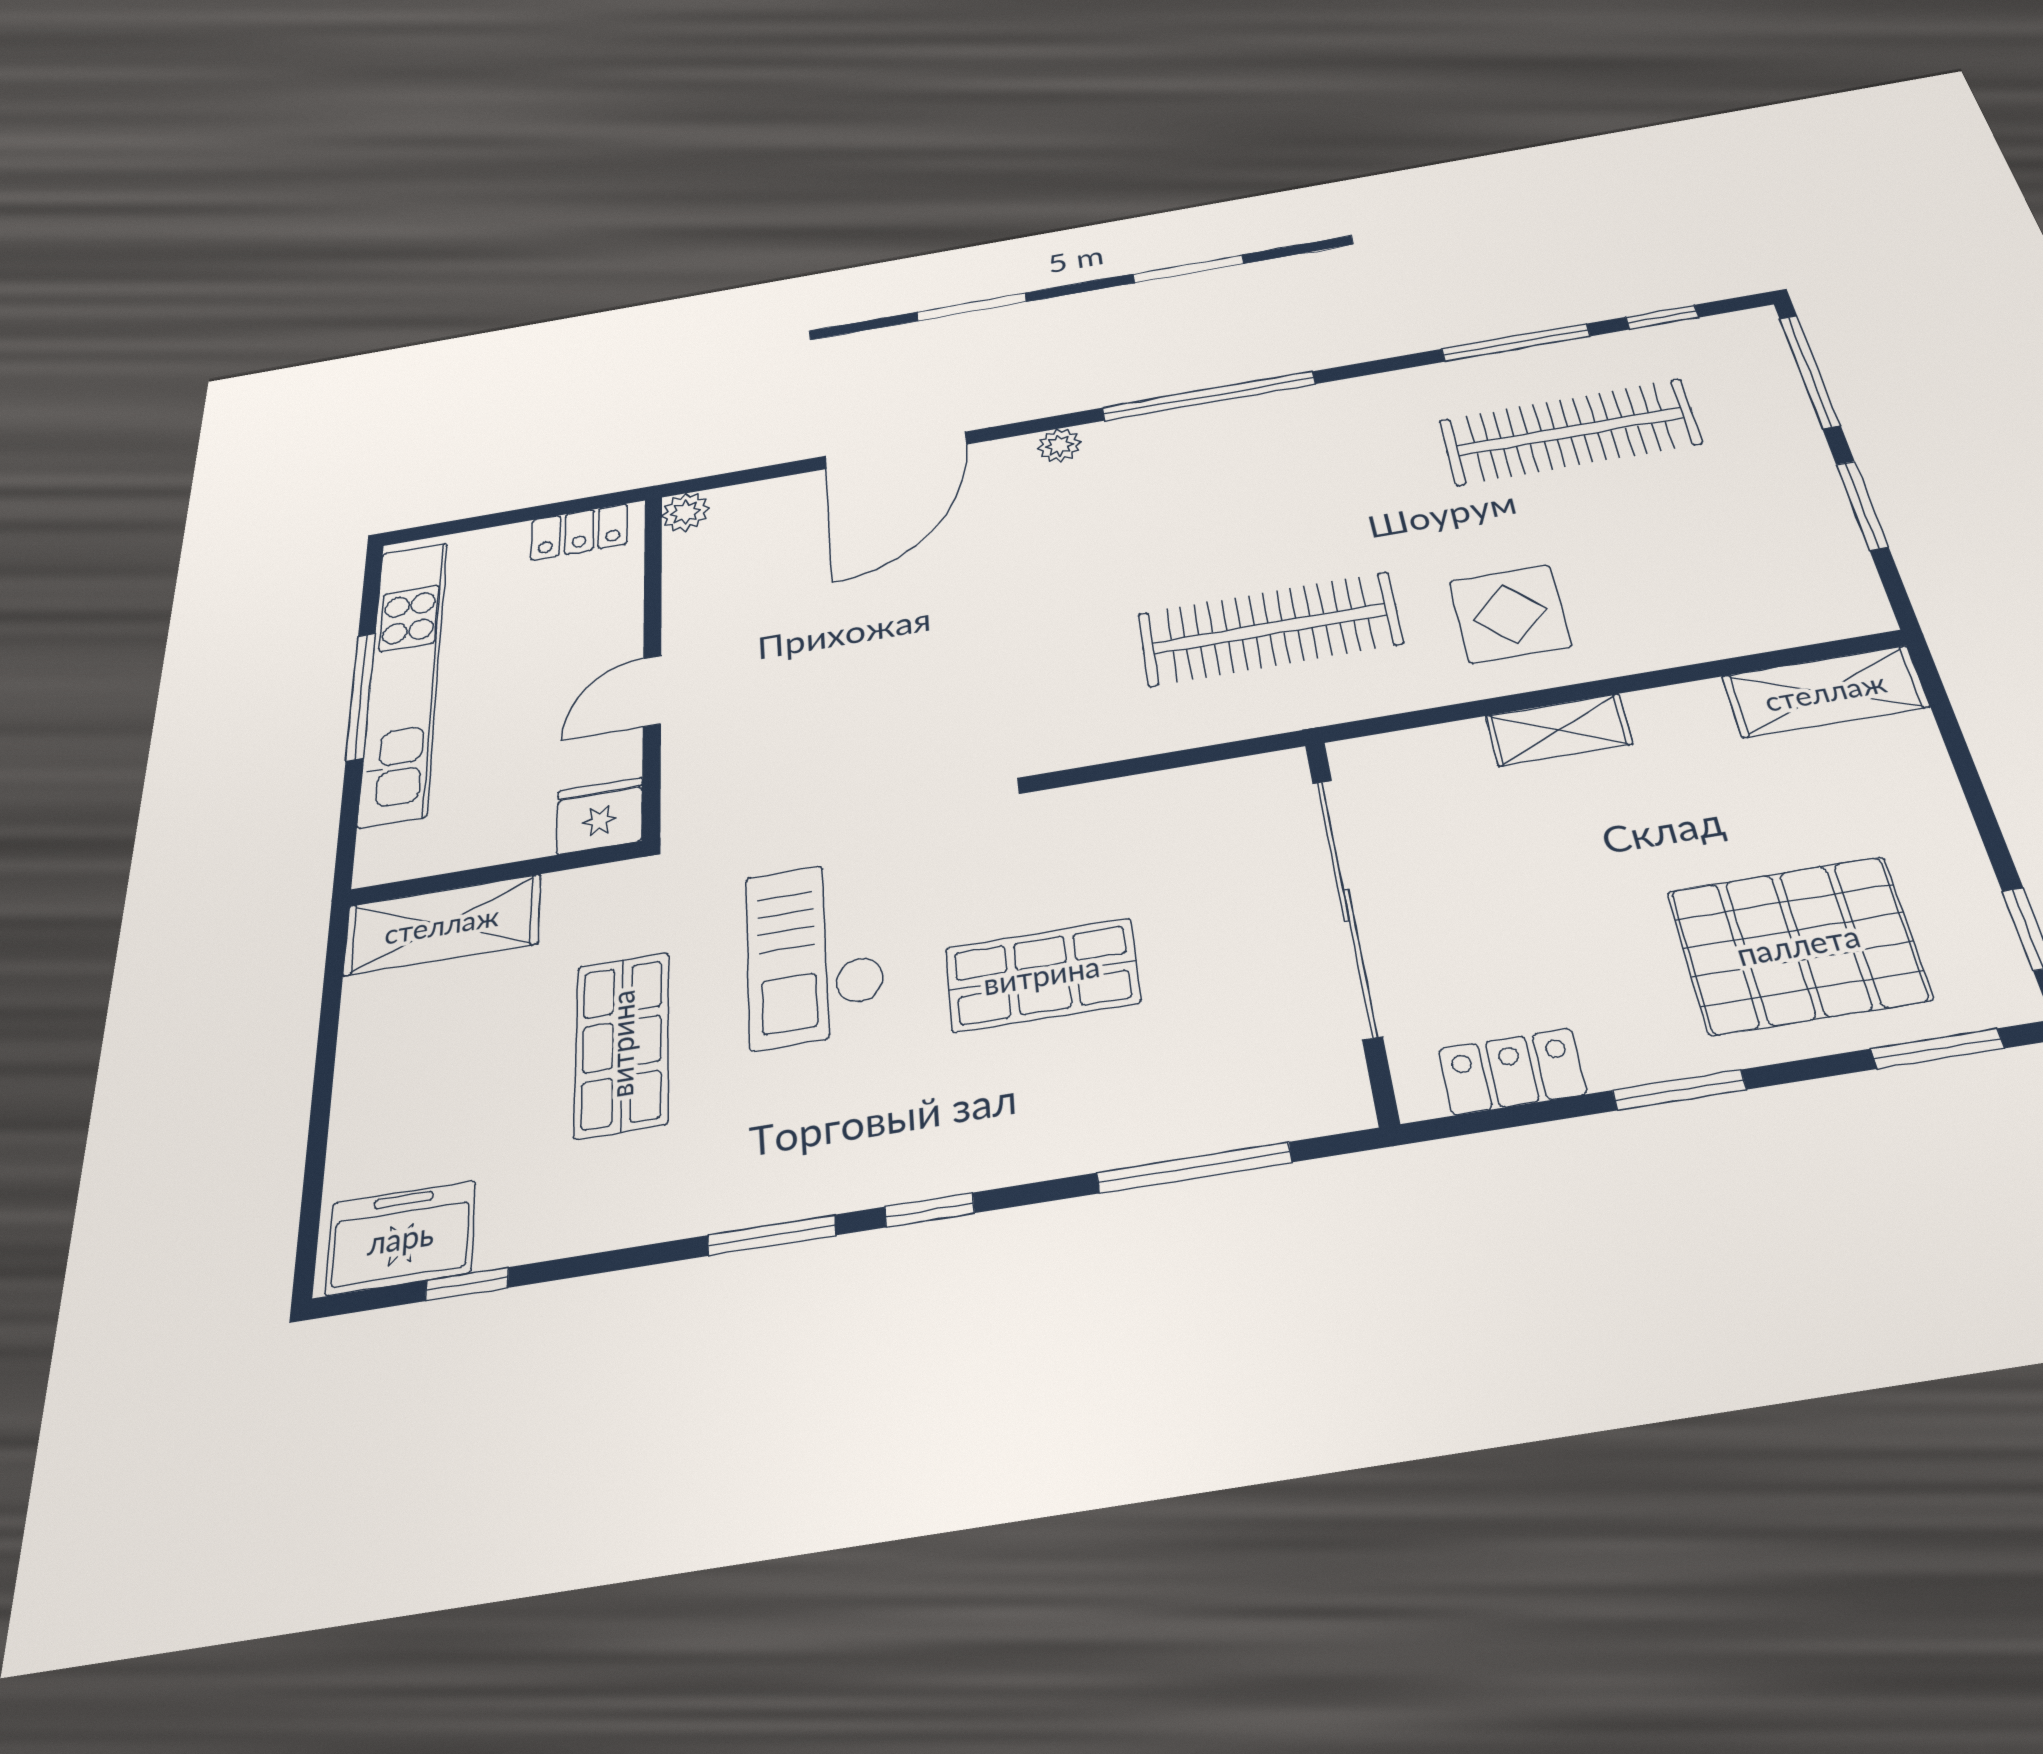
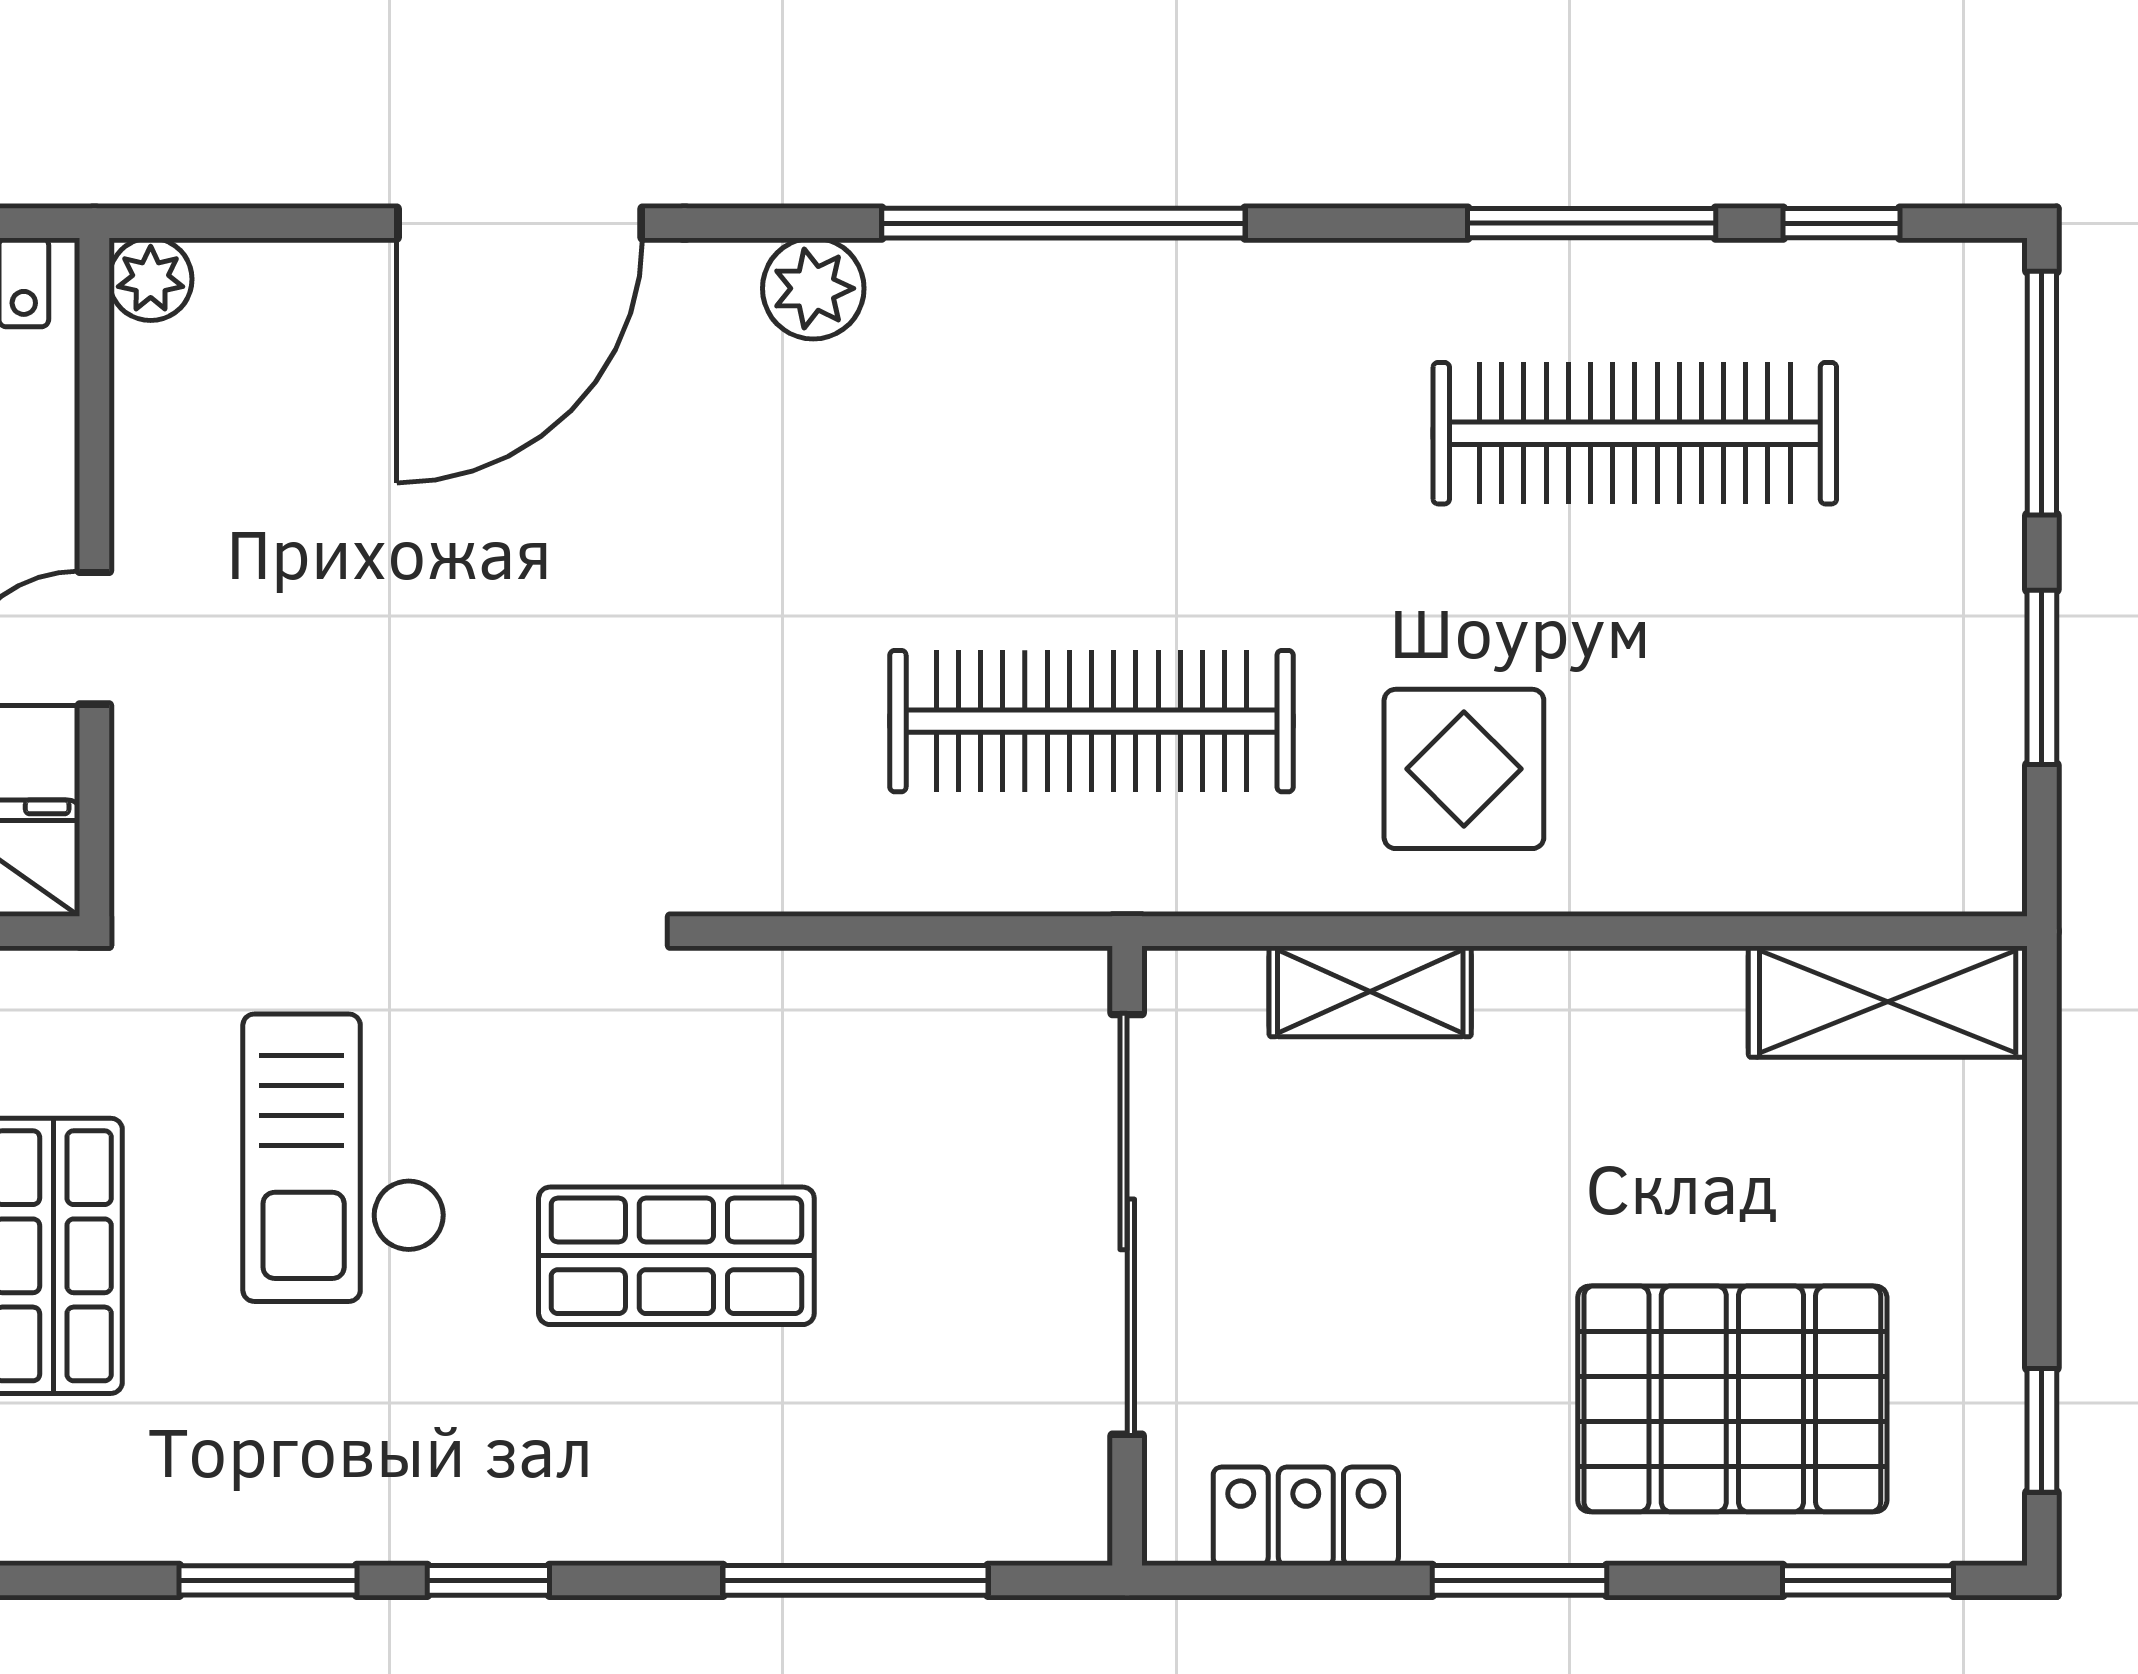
plant: (1059, 445) -> (813, 288), width x1.38, depth x1.38
shelving: (1559, 730) -> (1370, 991), moved

